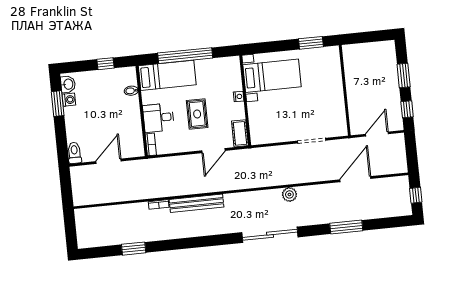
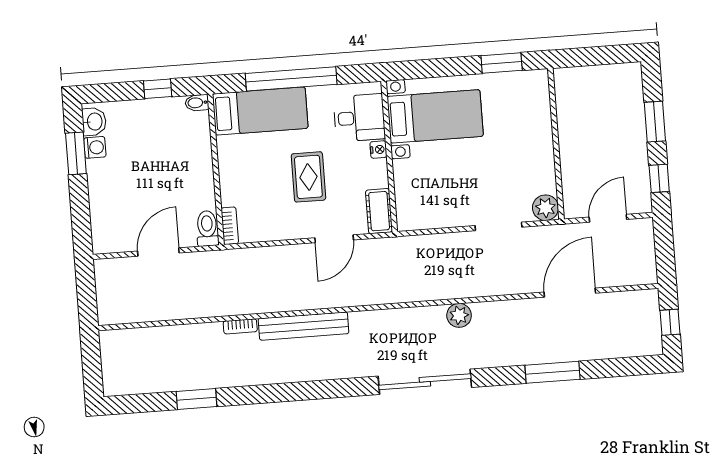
bidet: (131, 91) -> (197, 103), moved
desk: (158, 118) -> (359, 118), moved, turned 180
plant: (339, 129) -> (546, 208), added
toilet: (74, 153) -> (207, 228), moved

